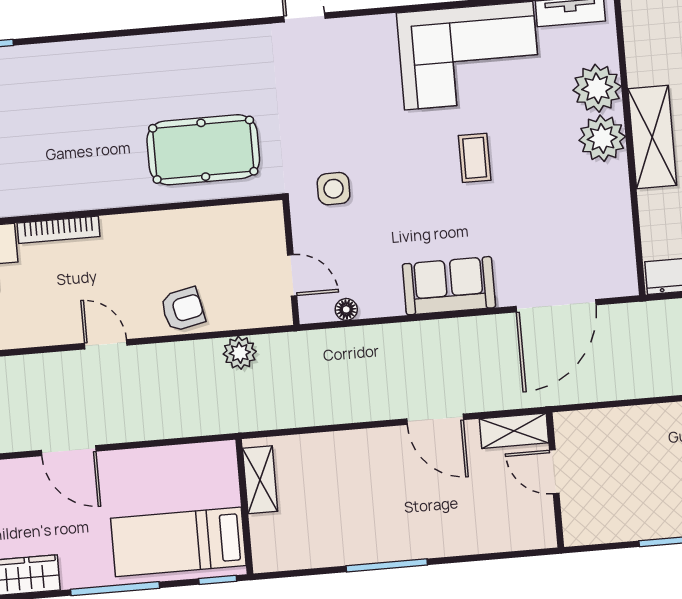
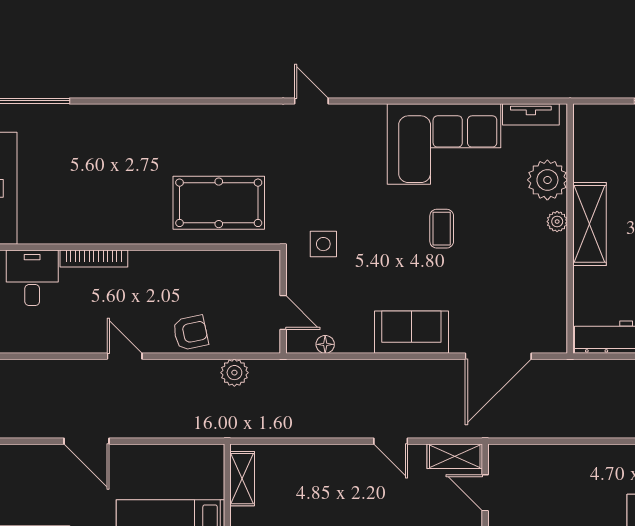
plant: (602, 138) -> (557, 222), width x0.53, depth x0.53
door: (435, 419) -> (391, 441), width x0.73

